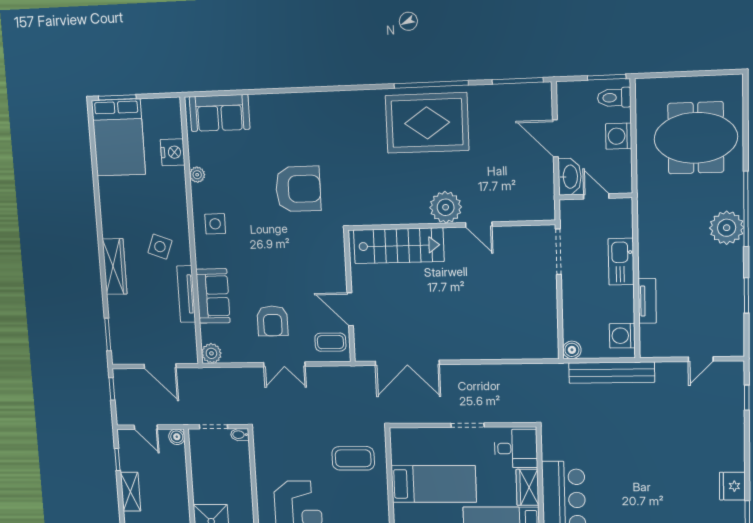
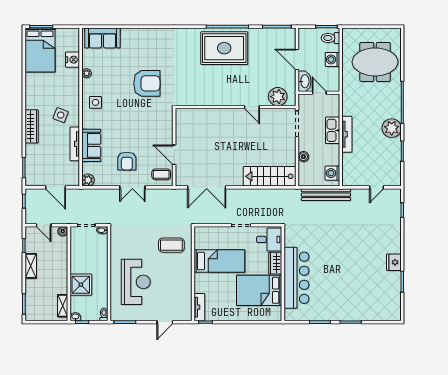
plant: (446, 207) -> (278, 97), moved
plant: (727, 228) -> (392, 128), moved
stairs: (399, 246) -> (270, 176), moved, turned 180
tv unit: (647, 301) -> (347, 134), moved, width x1.41
boiler: (572, 350) -> (303, 157), moved

